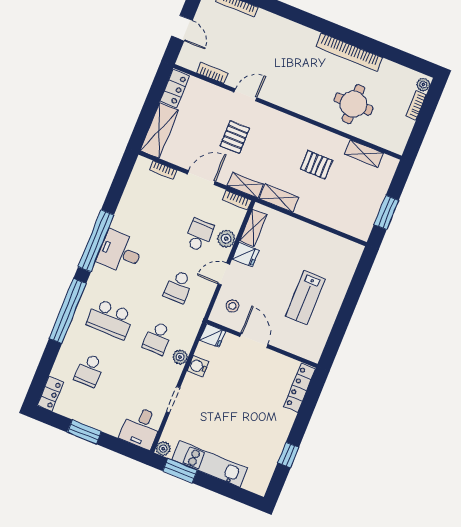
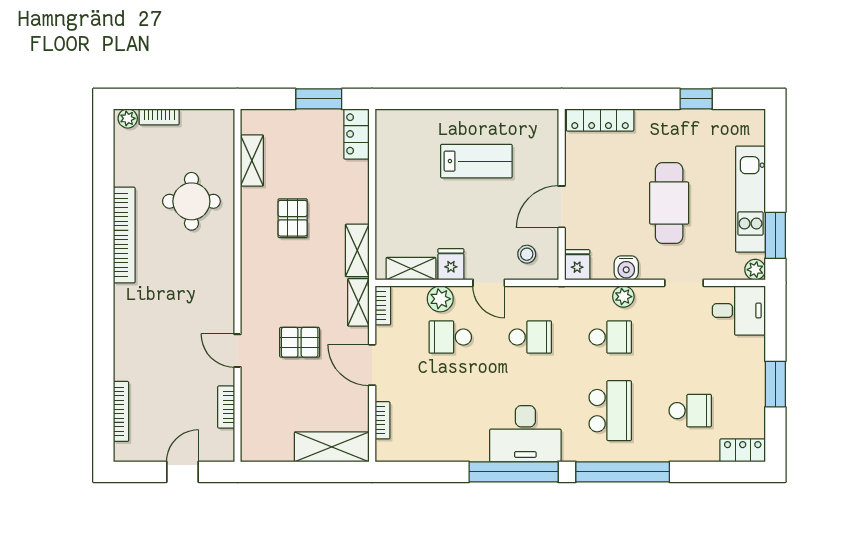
locker: (174, 88) -> (356, 134), moved, turned -90
desk: (120, 252) -> (525, 434), width x1.37
cafe table: (228, 411) -> (669, 203), added

